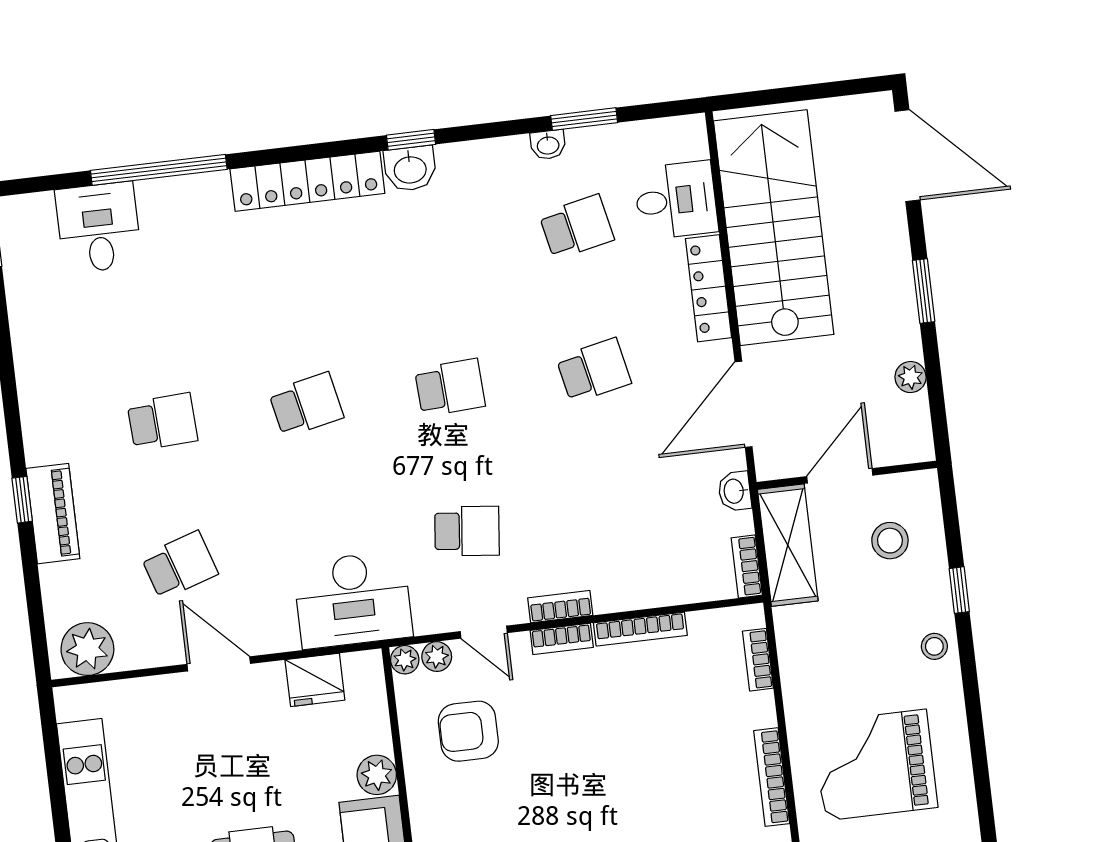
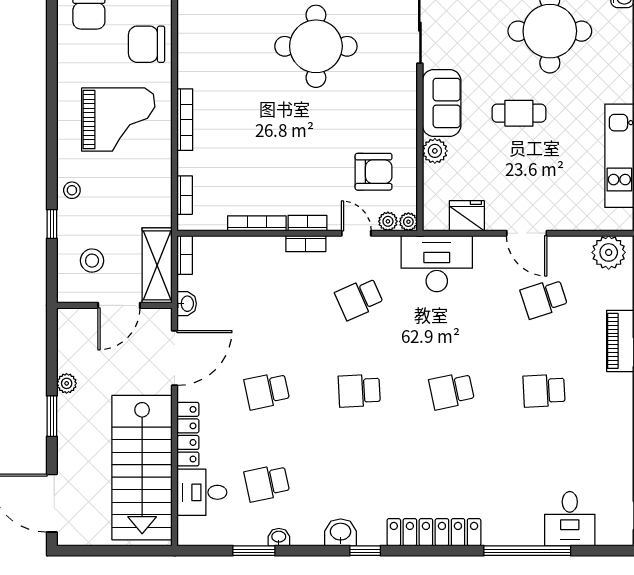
washbasin: (410, 169) -> (341, 532), moved
plant: (911, 377) -> (67, 383), moved
school desk: (467, 531) -> (359, 299), turned -30

